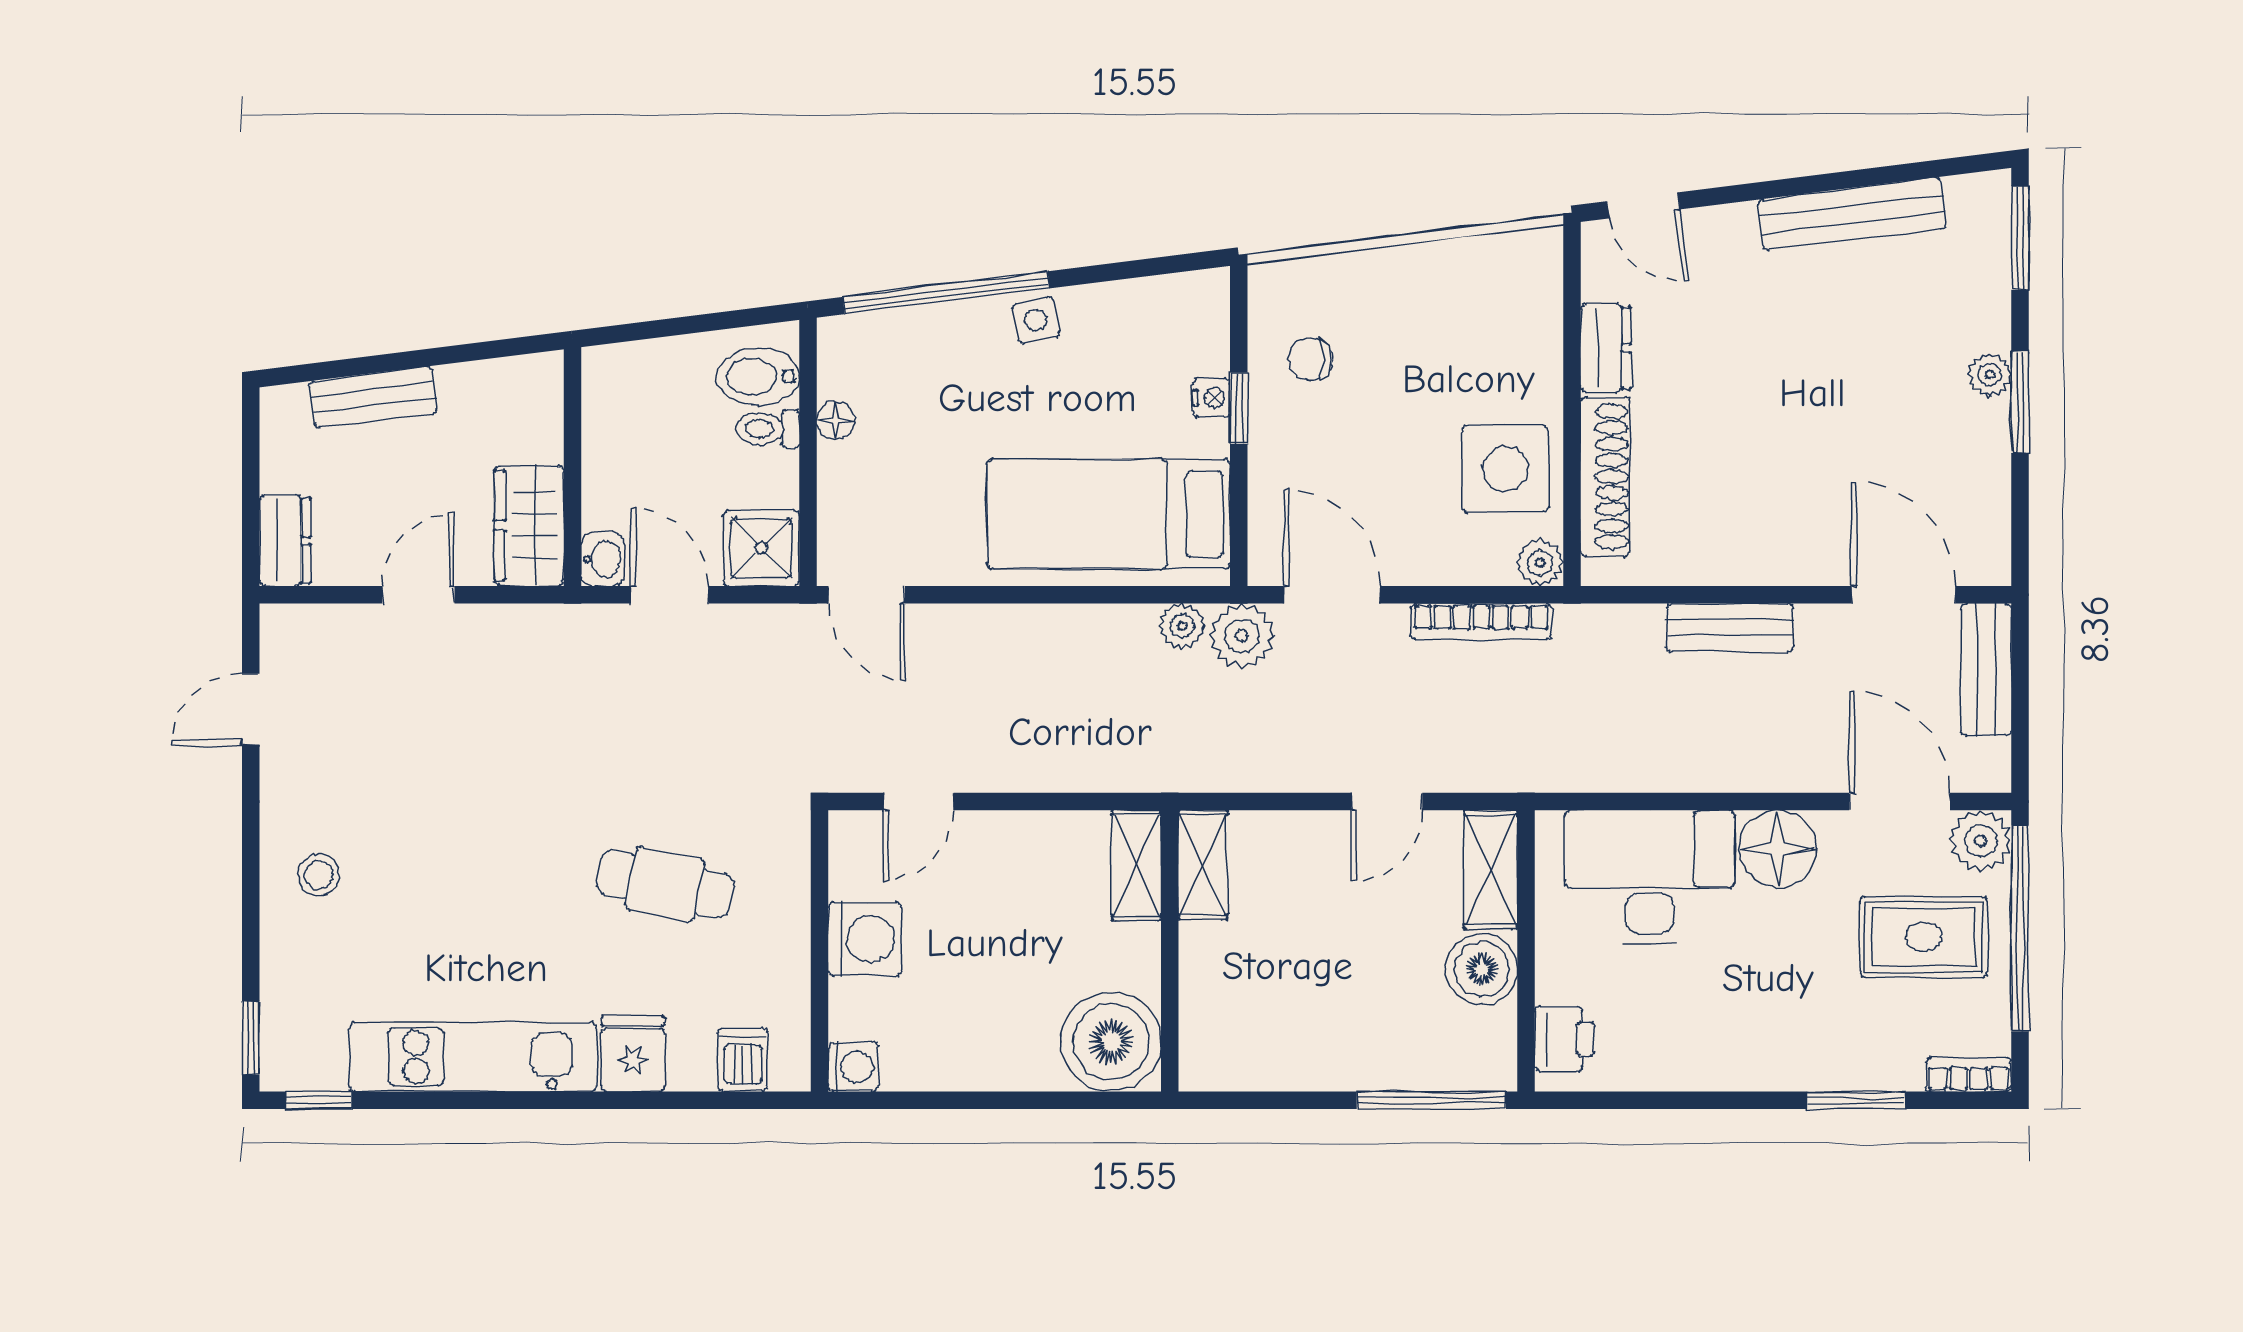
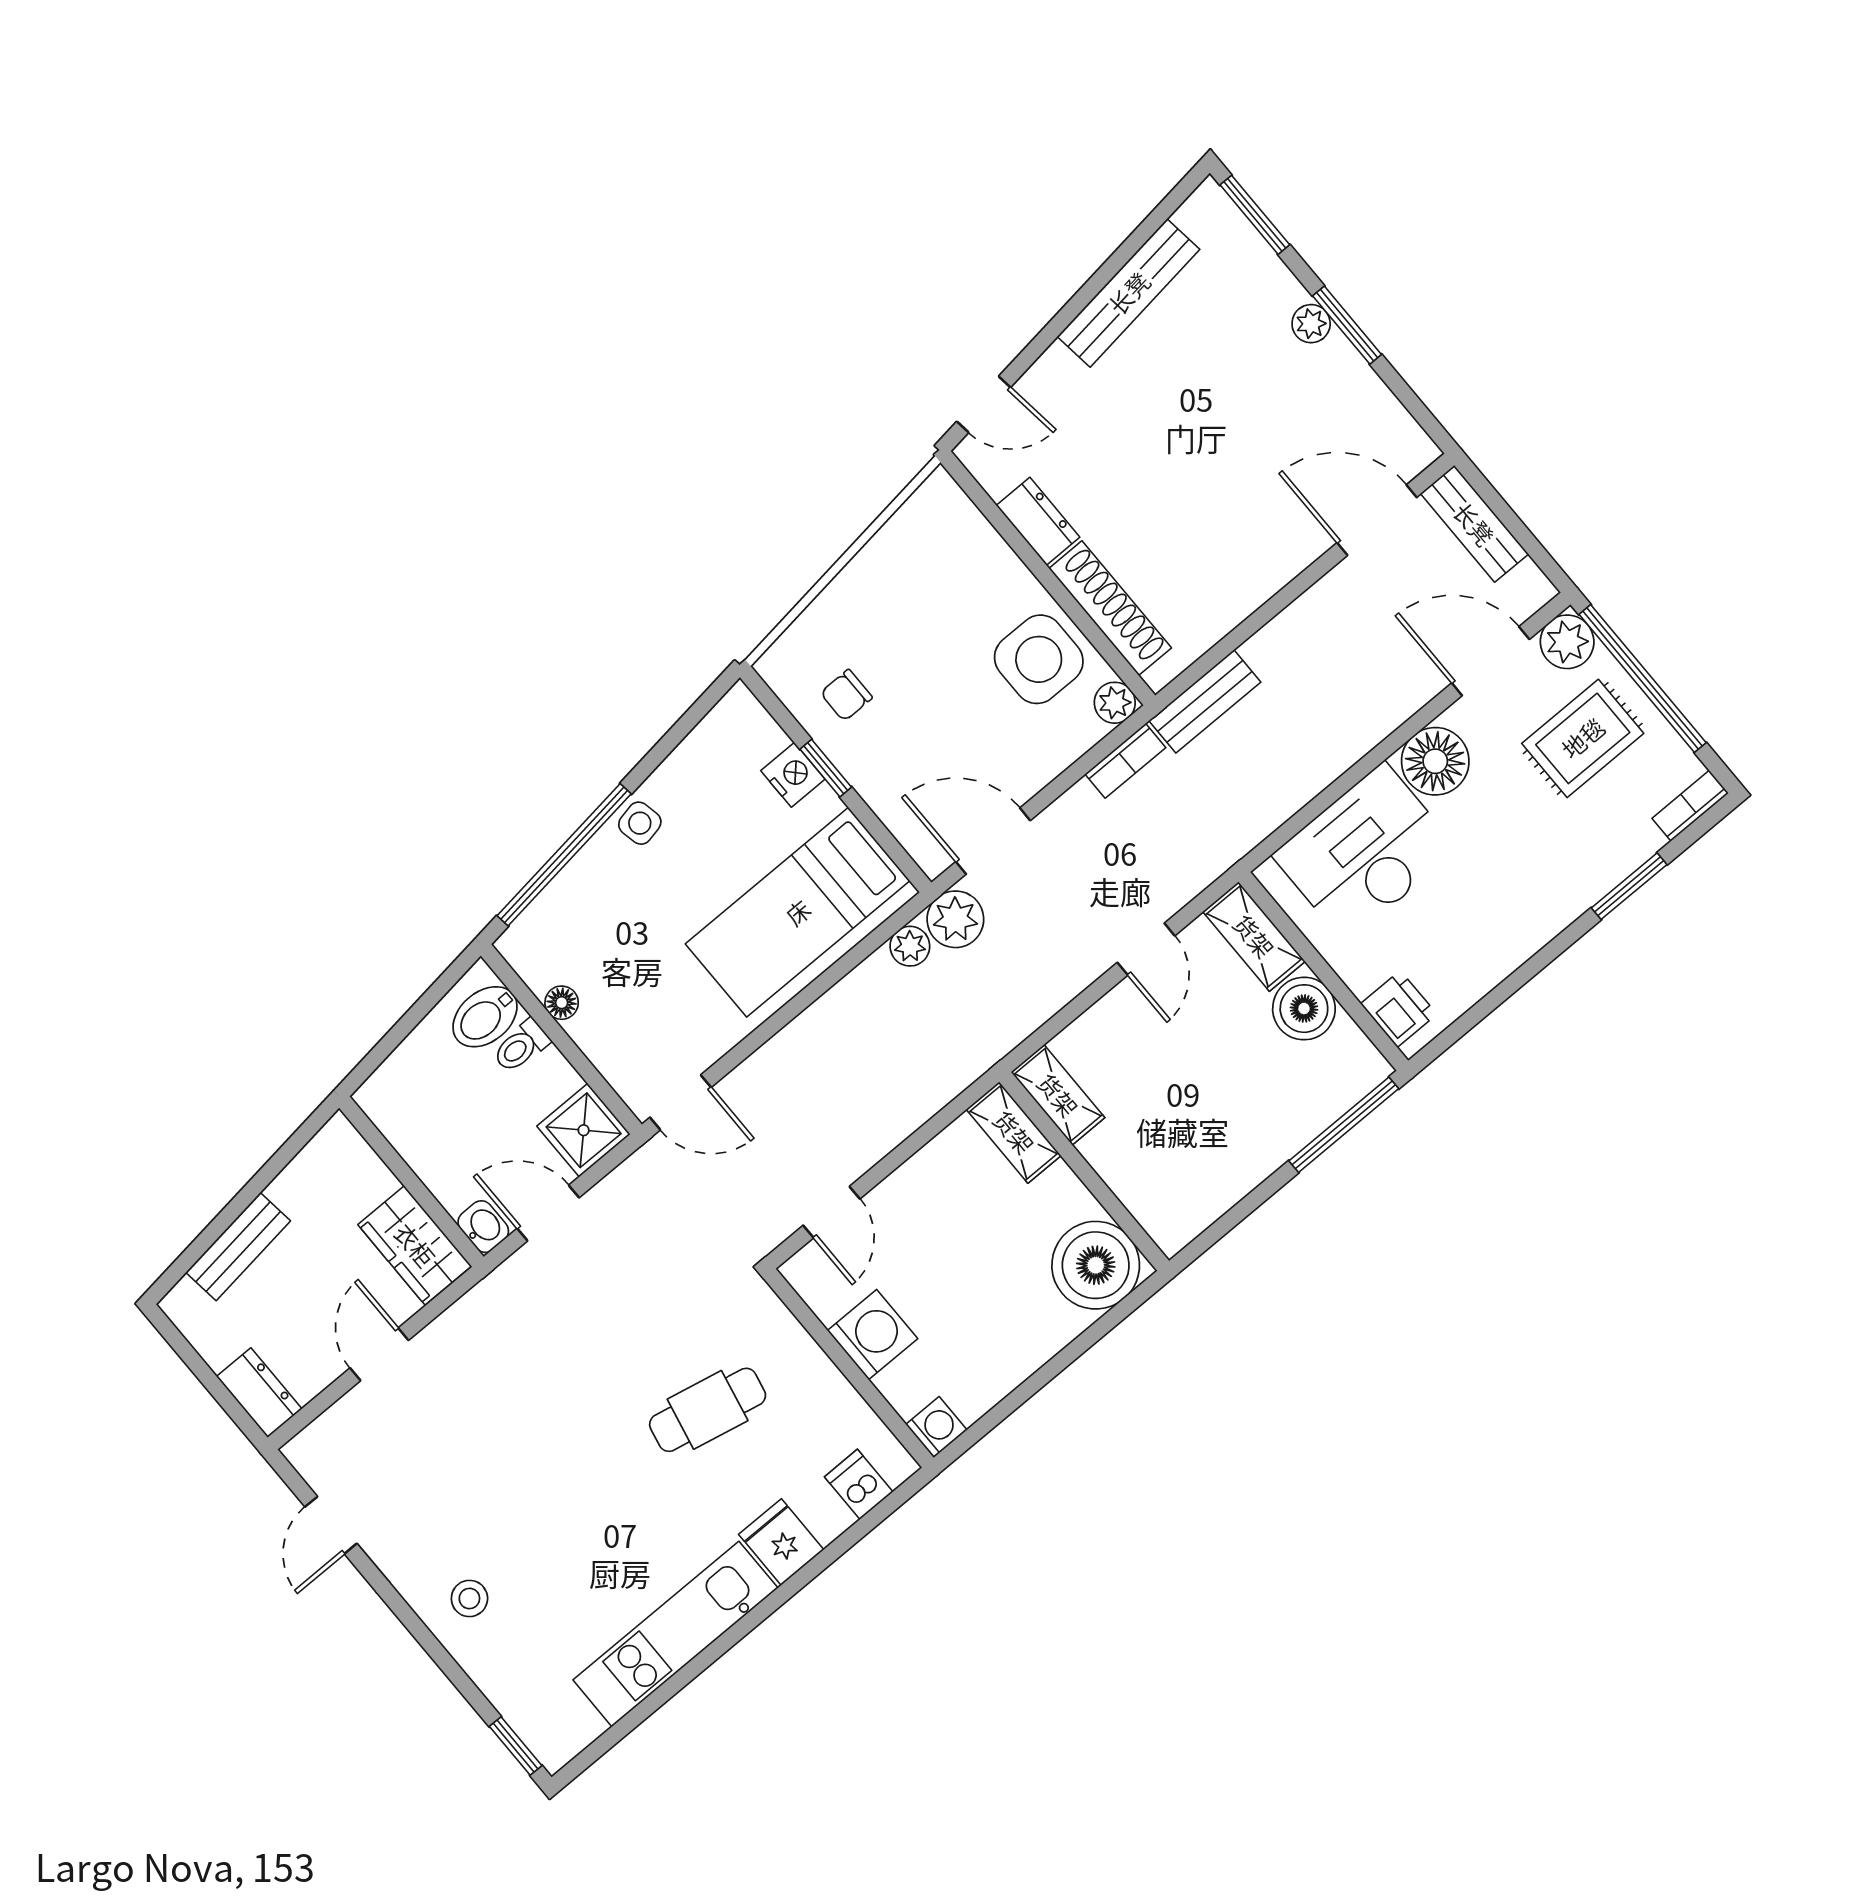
nightstand: (1212, 398) -> (793, 775), width x1.39, depth x1.35
bookcase: (1481, 621) -> (1125, 761), width x0.64
bench: (1730, 628) -> (1205, 701), moved
window: (319, 1100) -> (596, 1750), removed

